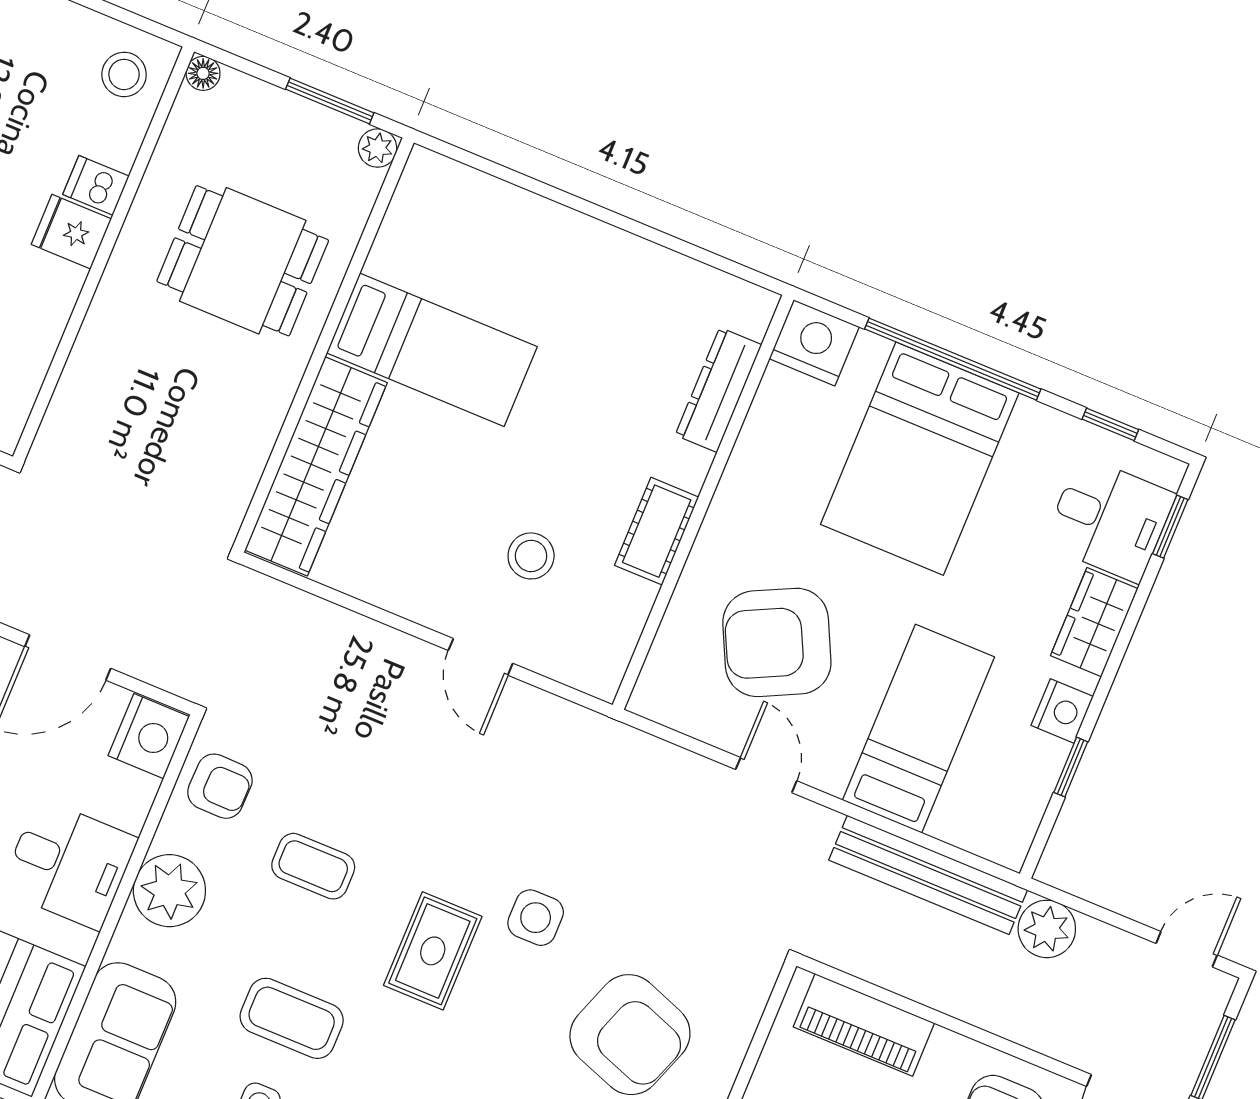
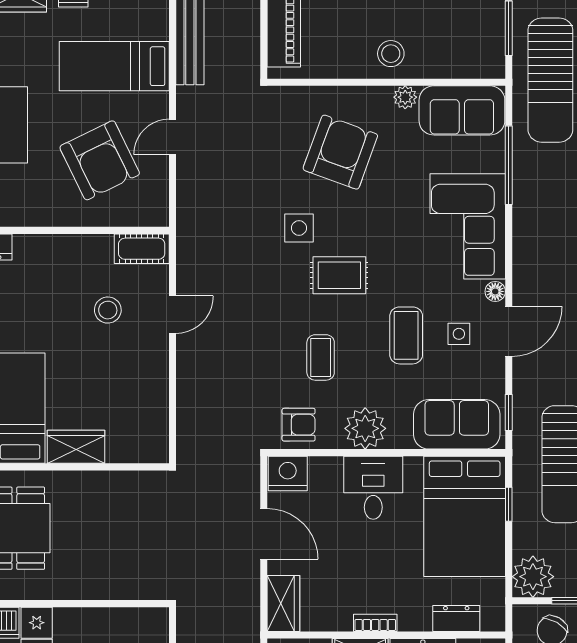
wardrobe: (316, 466) -> (76, 447), width x0.48, depth x0.85
cot: (657, 531) -> (142, 249), moved
armchair: (220, 786) -> (299, 425), turned 89

